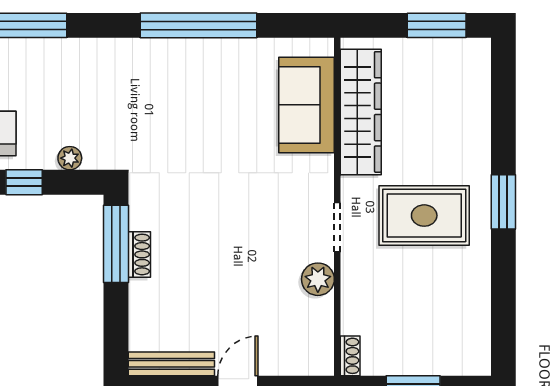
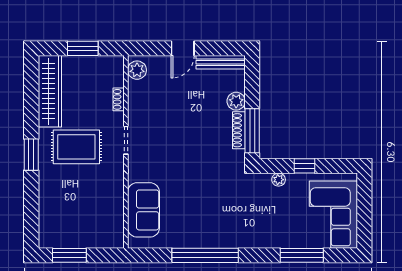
wardrobe: (361, 112) -> (50, 91), moved, turned 180
shoe rack: (139, 254) -> (239, 130), width x1.43
plant: (318, 279) -> (137, 70), moved
plant: (144, 296) -> (236, 101), added
shoe rack: (350, 356) -> (119, 99), moved

